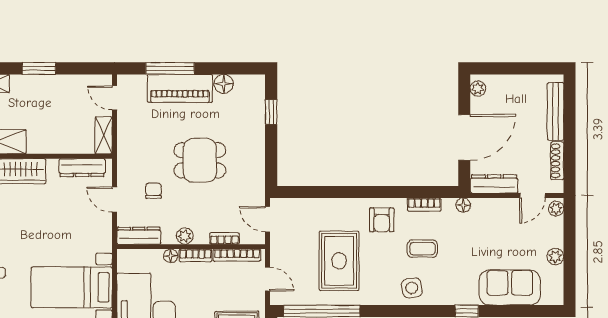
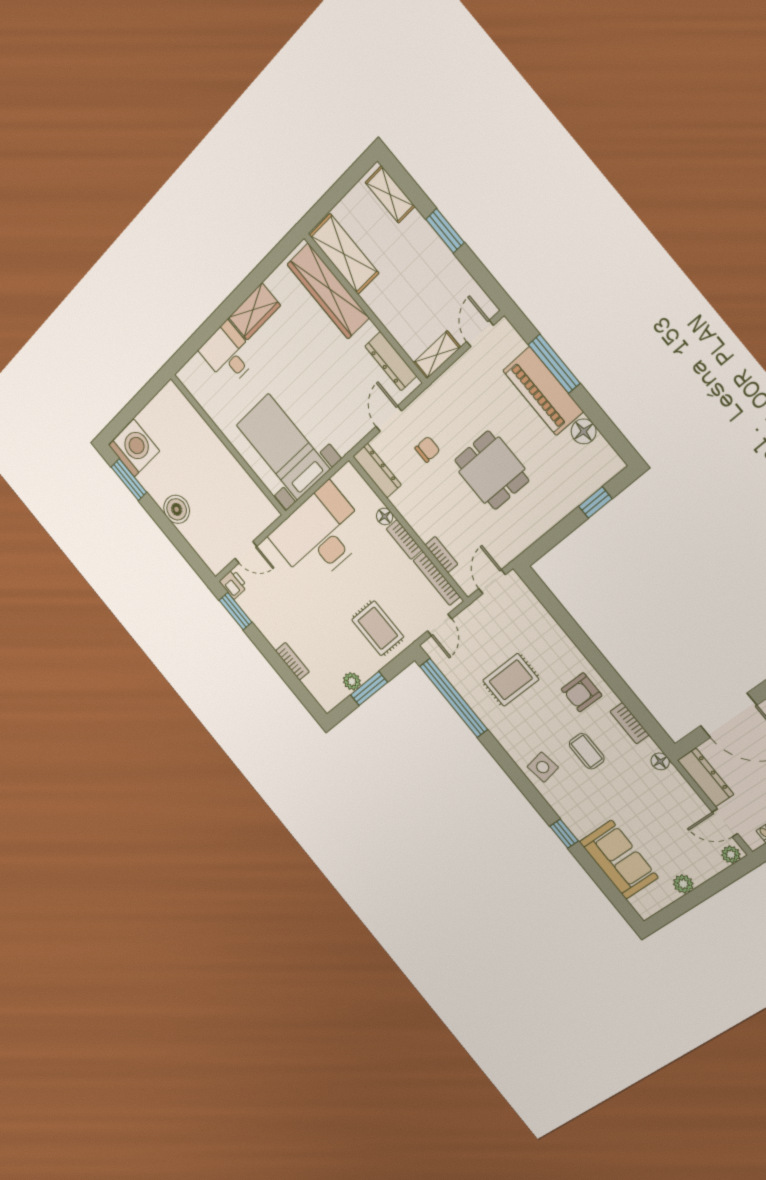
plant: (185, 236) -> (412, 515), removed
rug: (339, 261) -> (511, 680), width x0.73, depth x0.70

